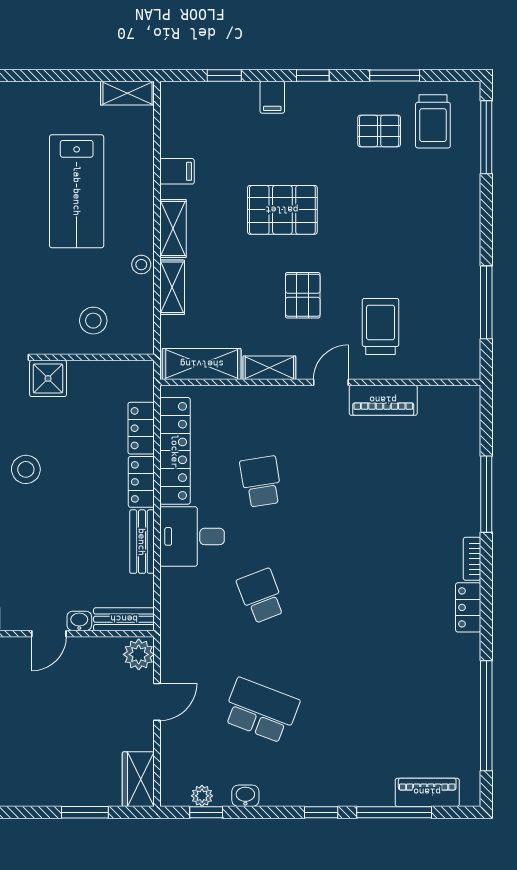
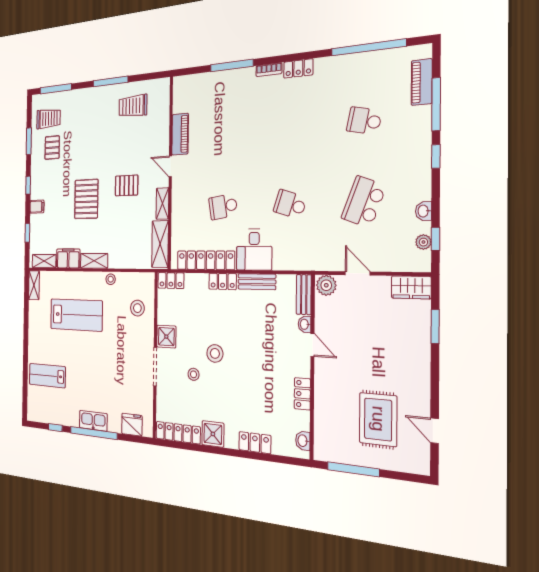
filing cabinet: (177, 171) -> (68, 258), width x2.00
shelving: (172, 287) -> (44, 261), moved
window: (486, 302) -> (110, 81), moved
trolley: (381, 326) -> (133, 106), moved
locker: (141, 428) -> (171, 281), moved
school desk: (261, 596) -> (290, 204), turned 39
school desk: (380, 710) -> (364, 121), added

